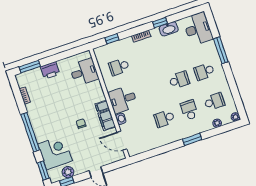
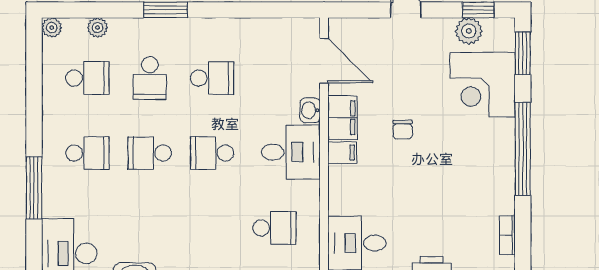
school desk: (154, 88) -> (212, 153), added
school desk: (214, 102) -> (87, 78), turned 180

